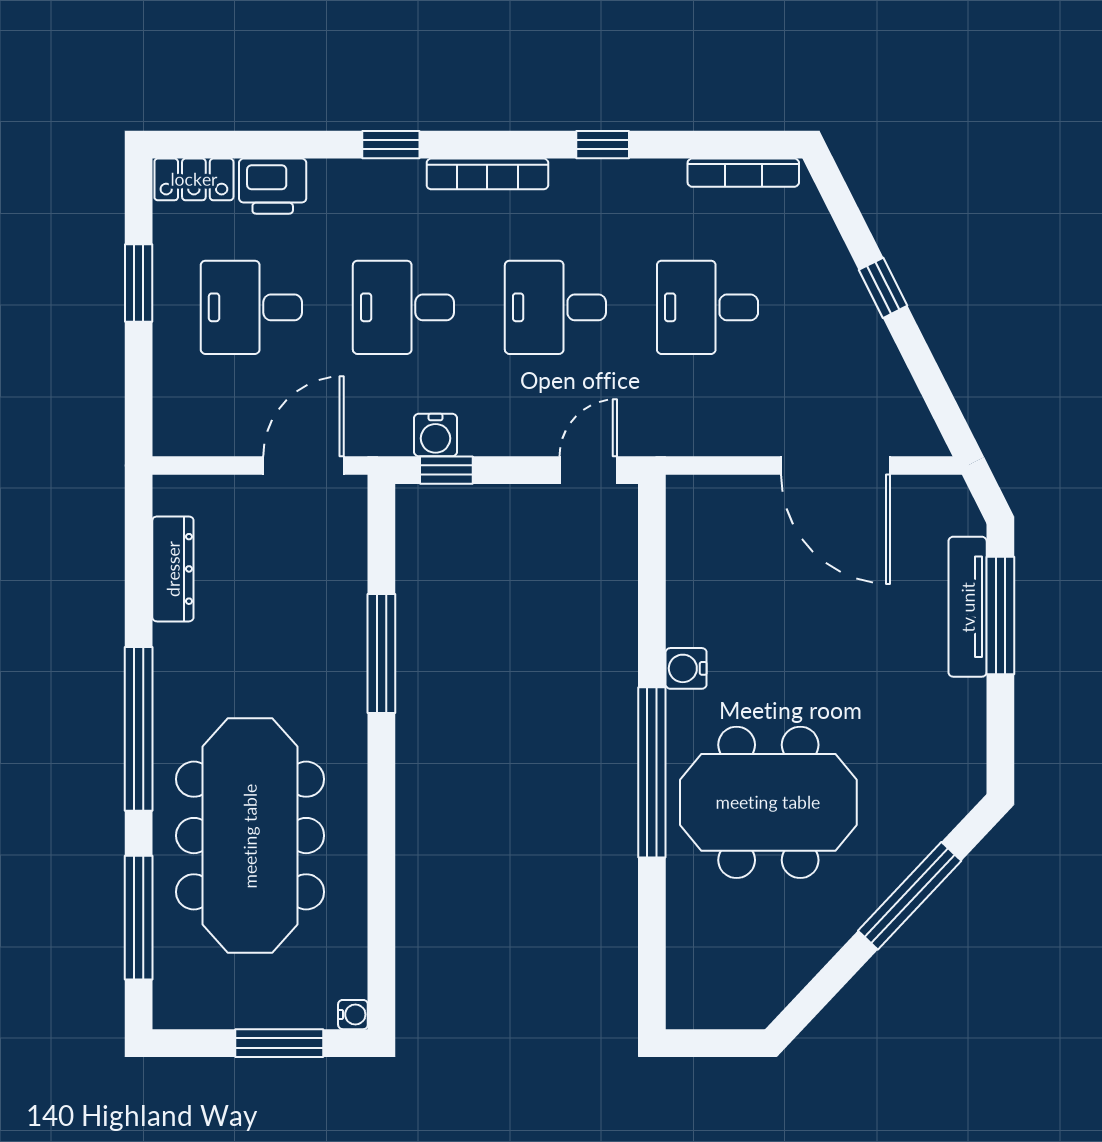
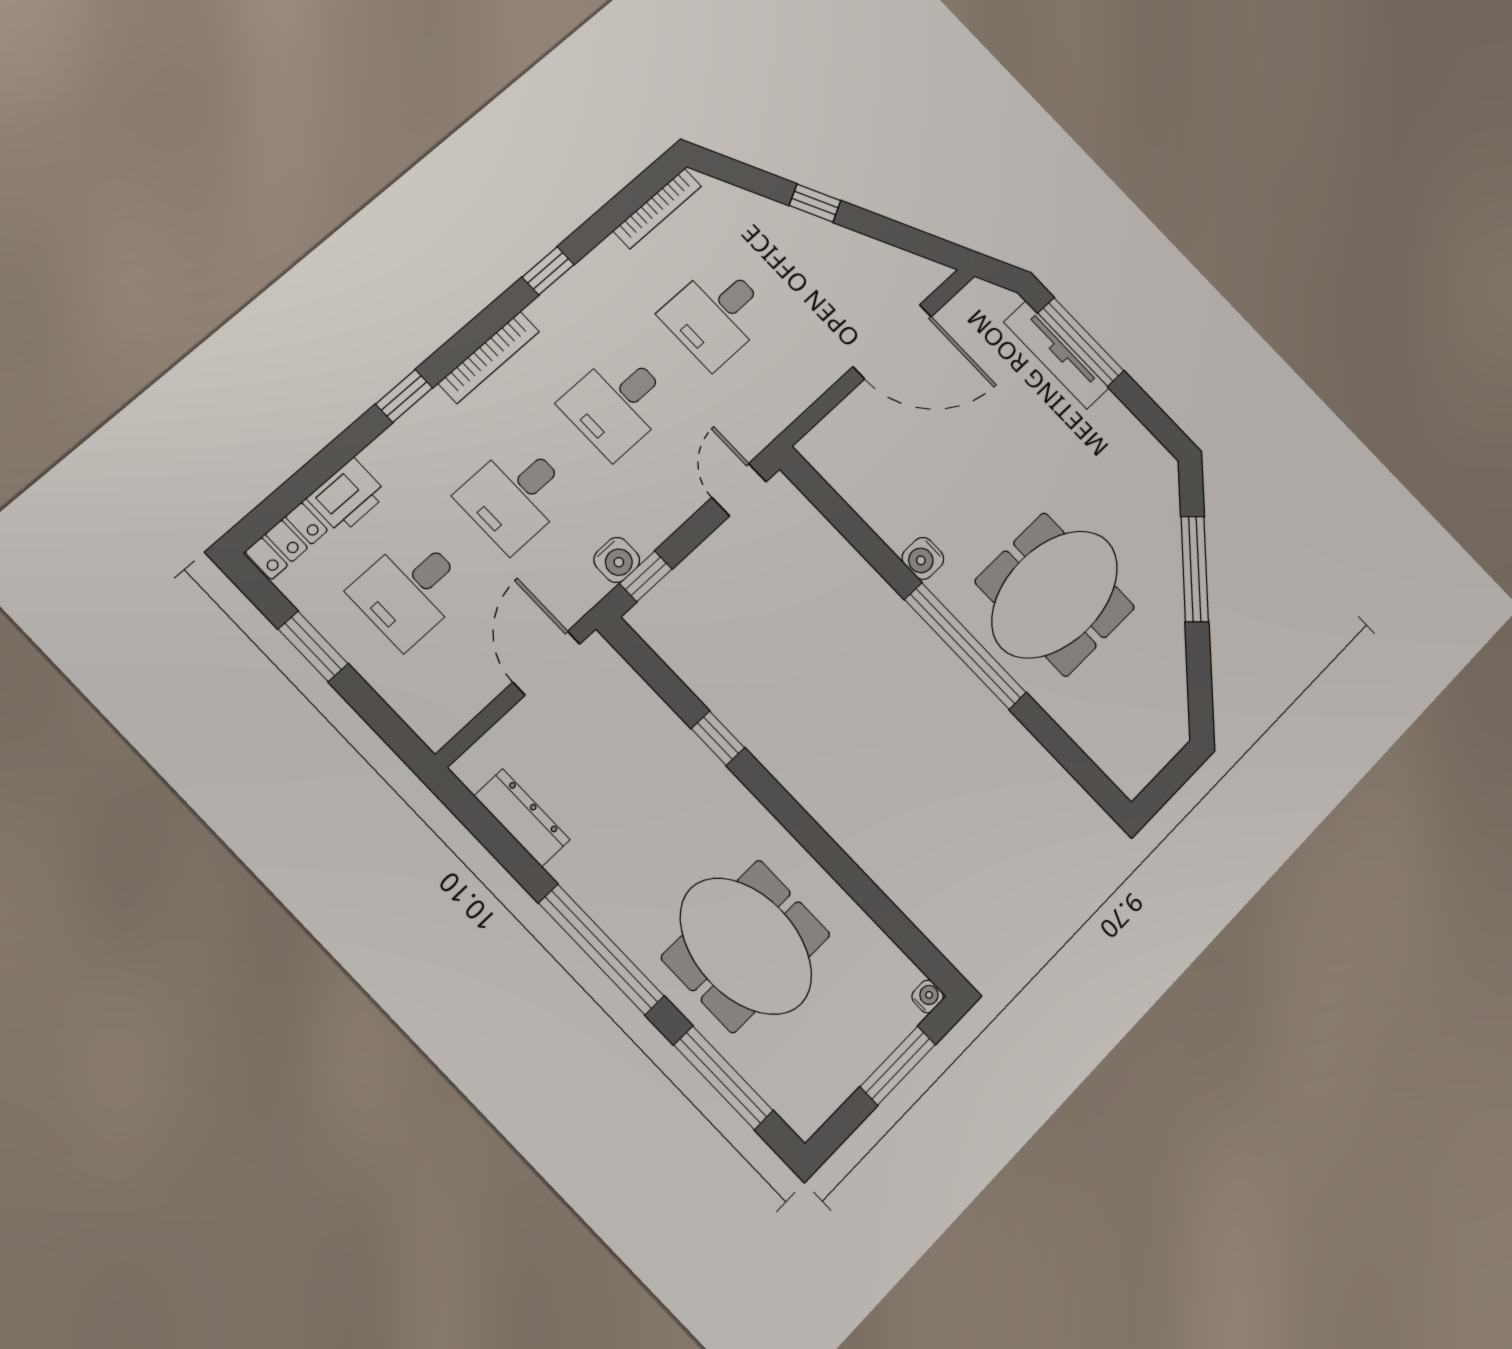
window: (381, 653) -> (718, 738), width x0.46
meeting table: (250, 836) -> (746, 946), width x0.73

